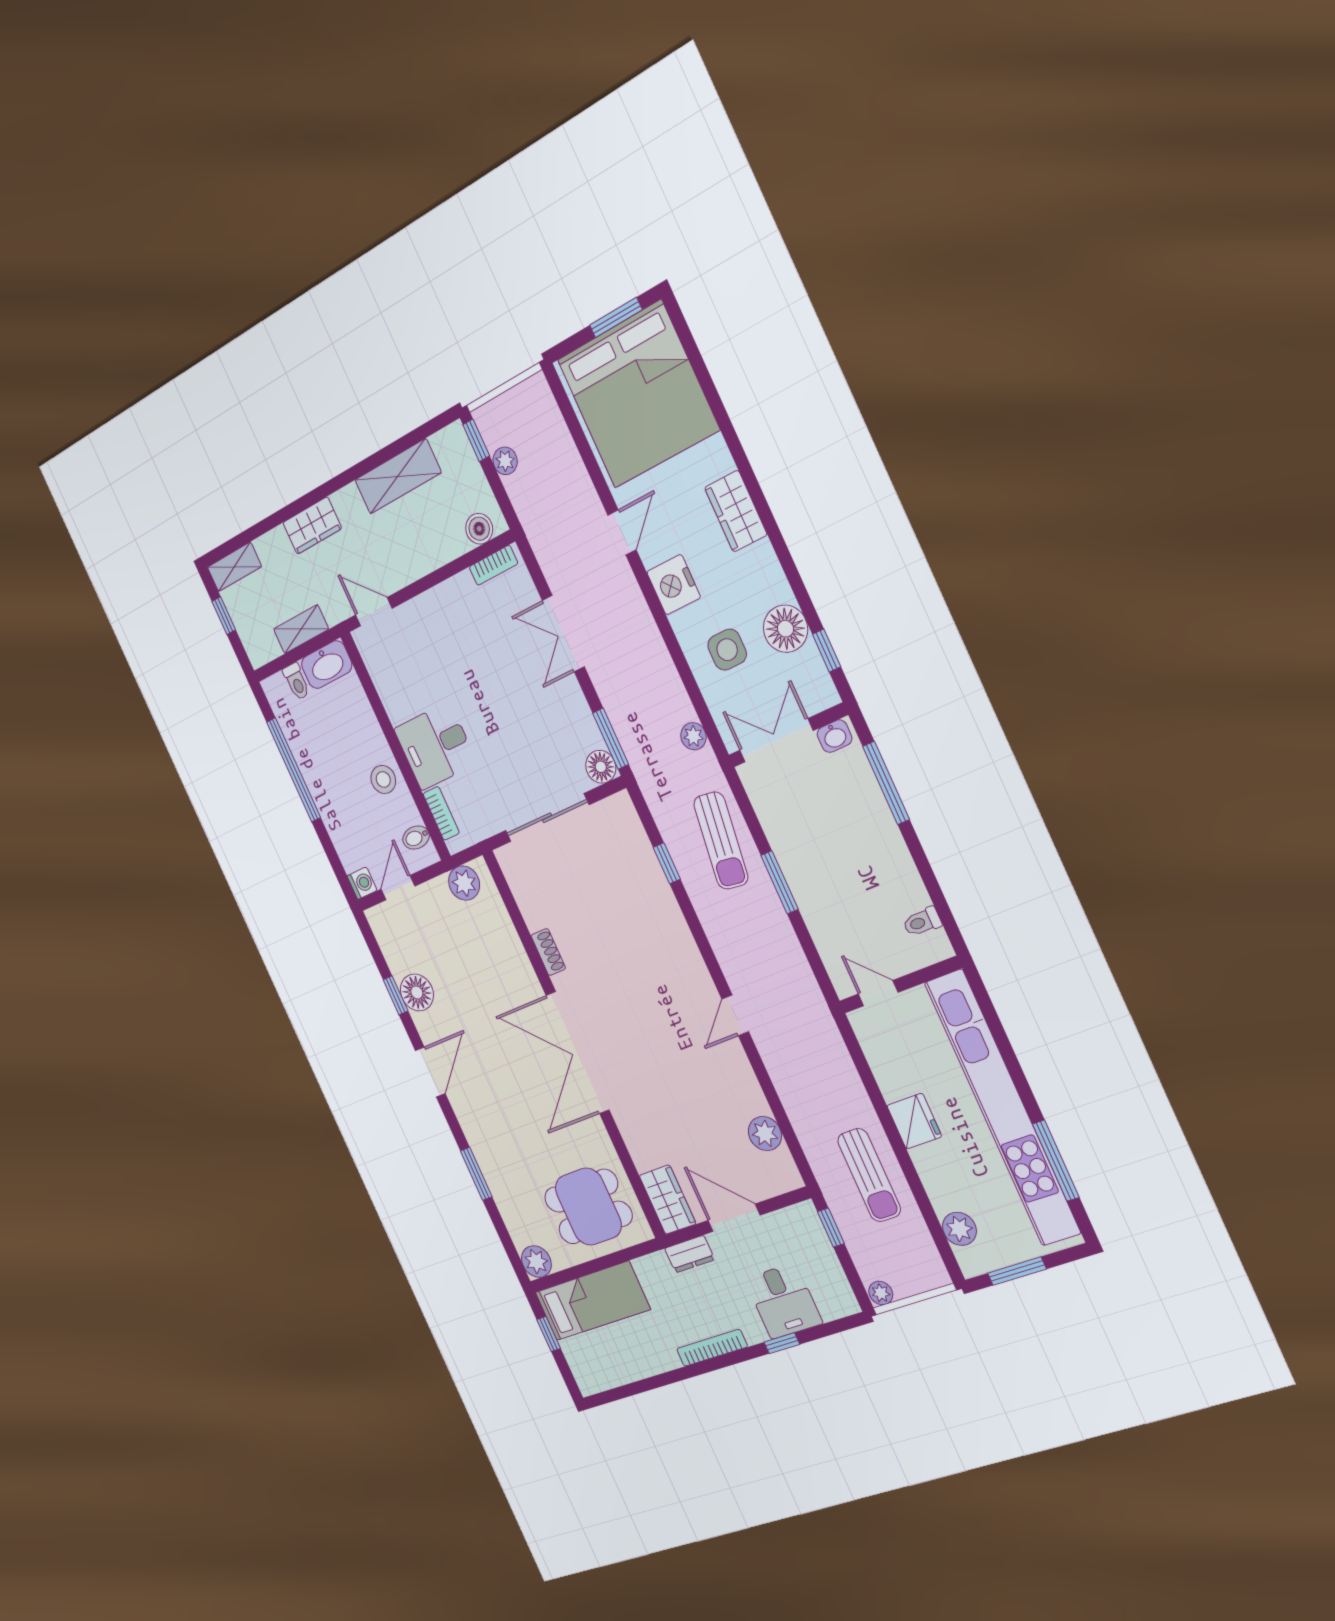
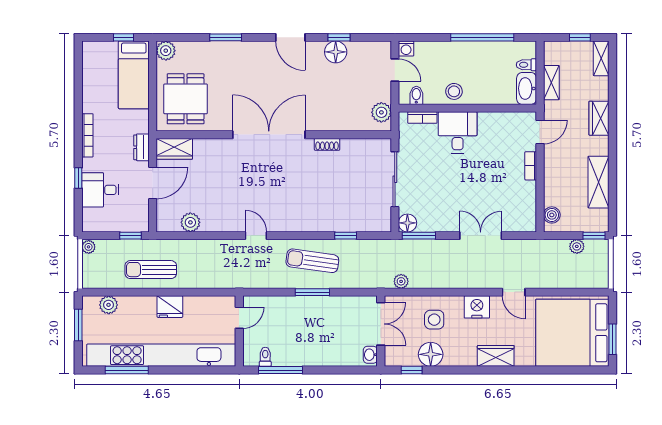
bookcase: (494, 565) -> (531, 166), moved
window: (886, 783) -> (281, 370), moved
sun lounger: (721, 841) -> (312, 261), moved

